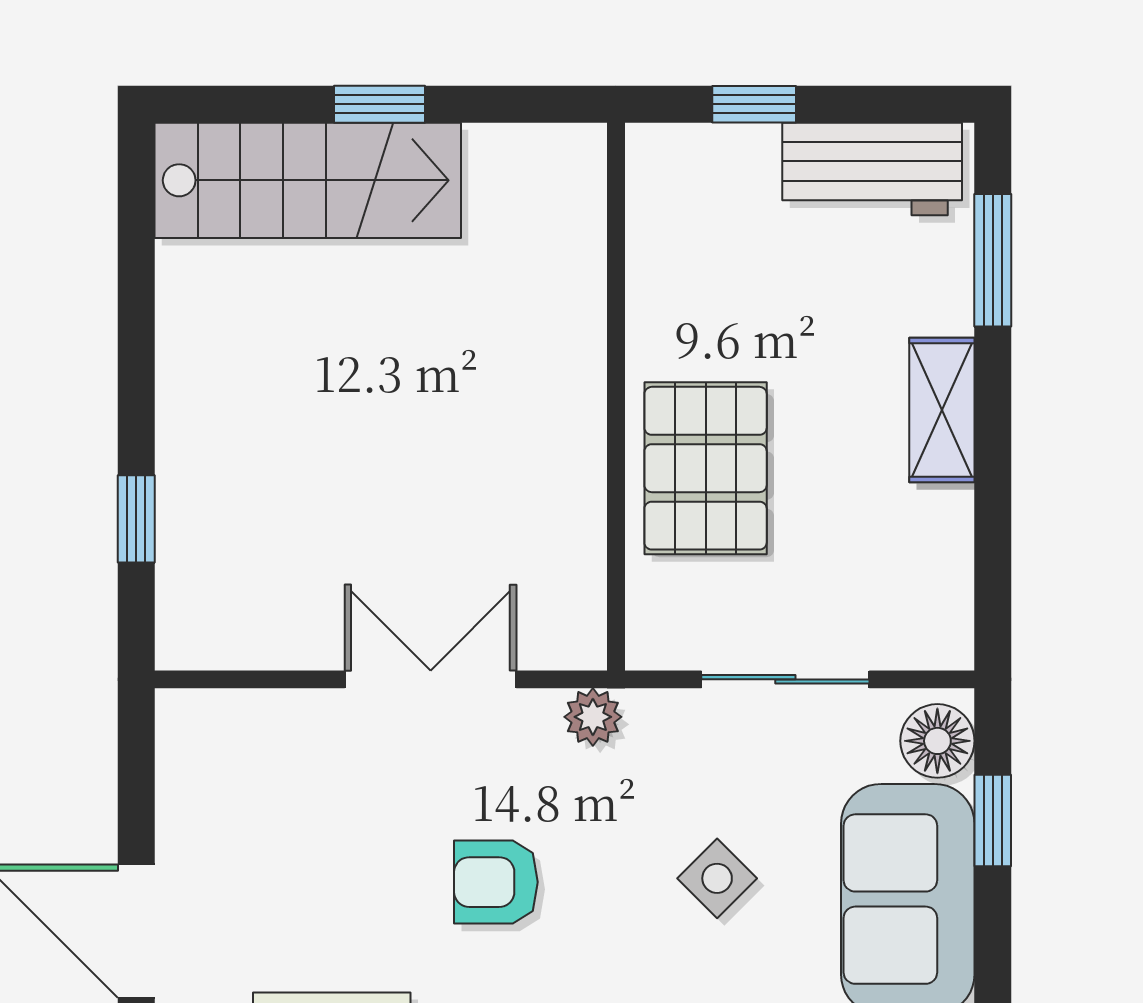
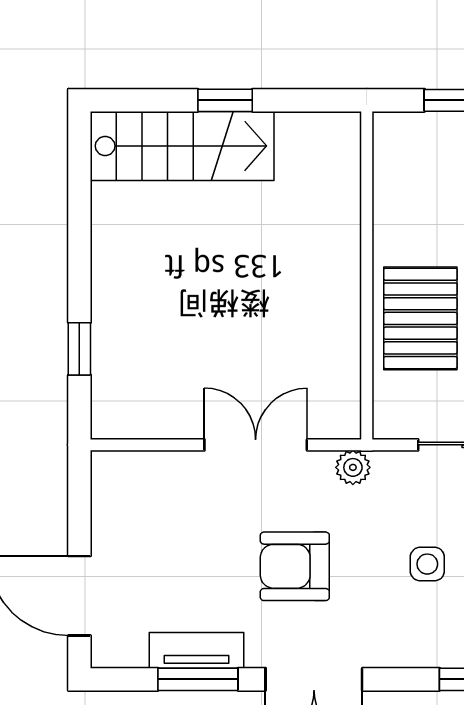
side table: (717, 878) -> (427, 564), turned 45
armchair: (496, 882) -> (295, 566), width x1.38, depth x1.38

